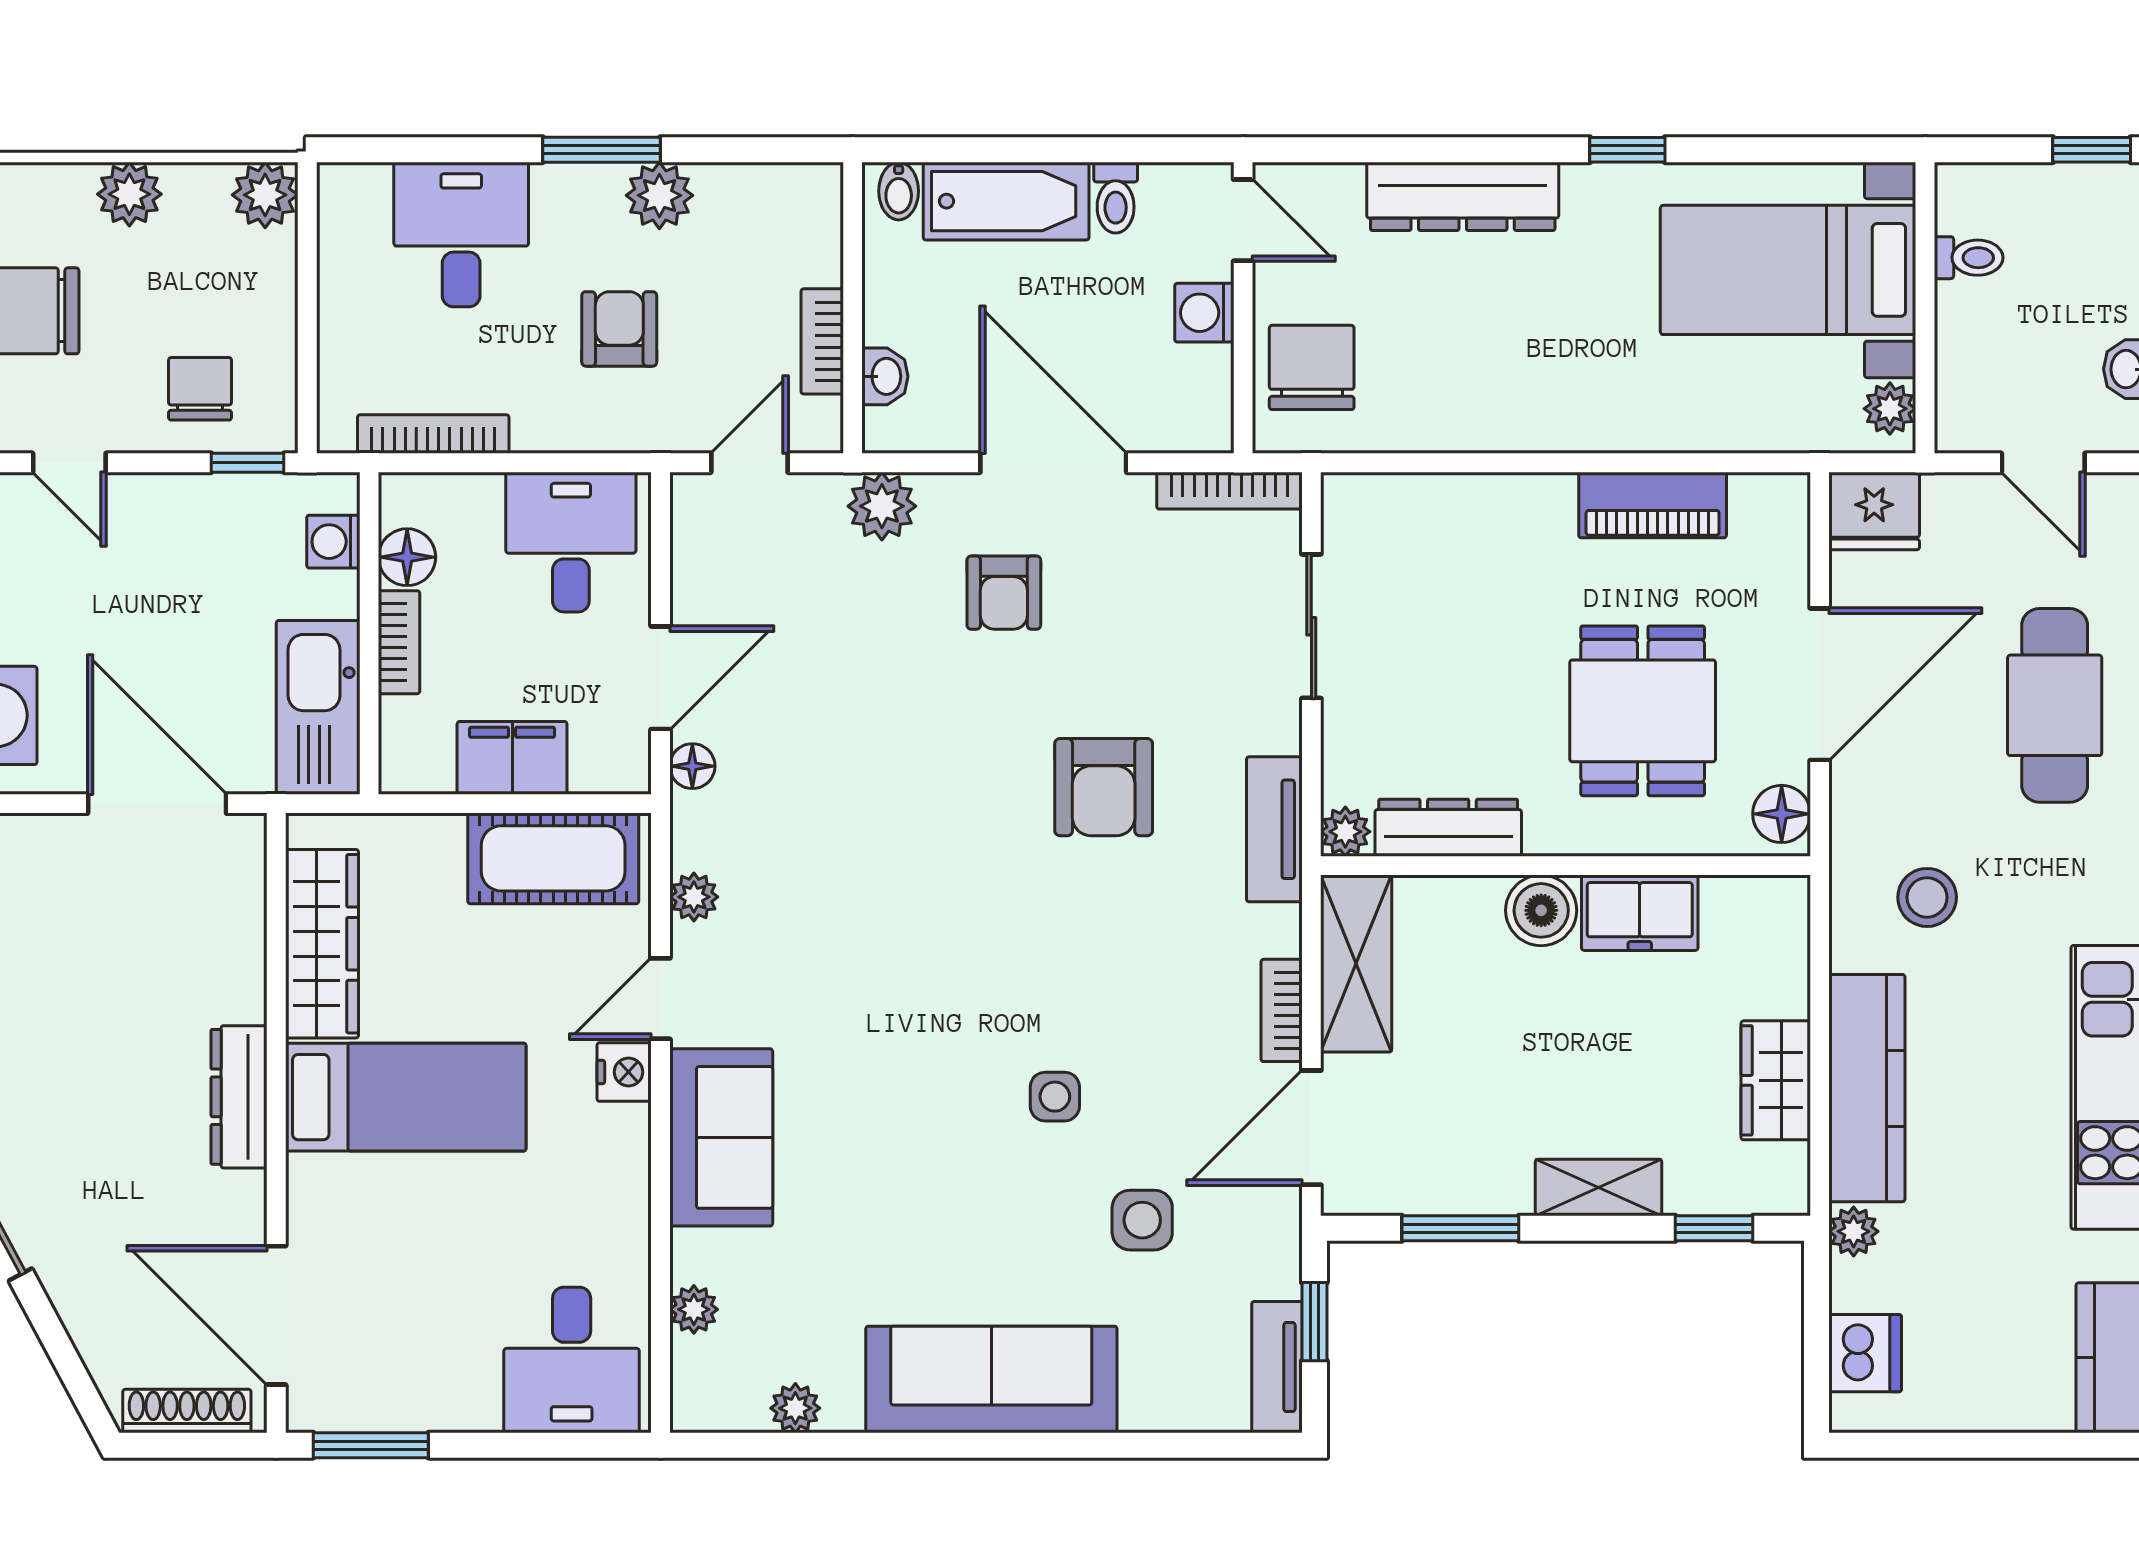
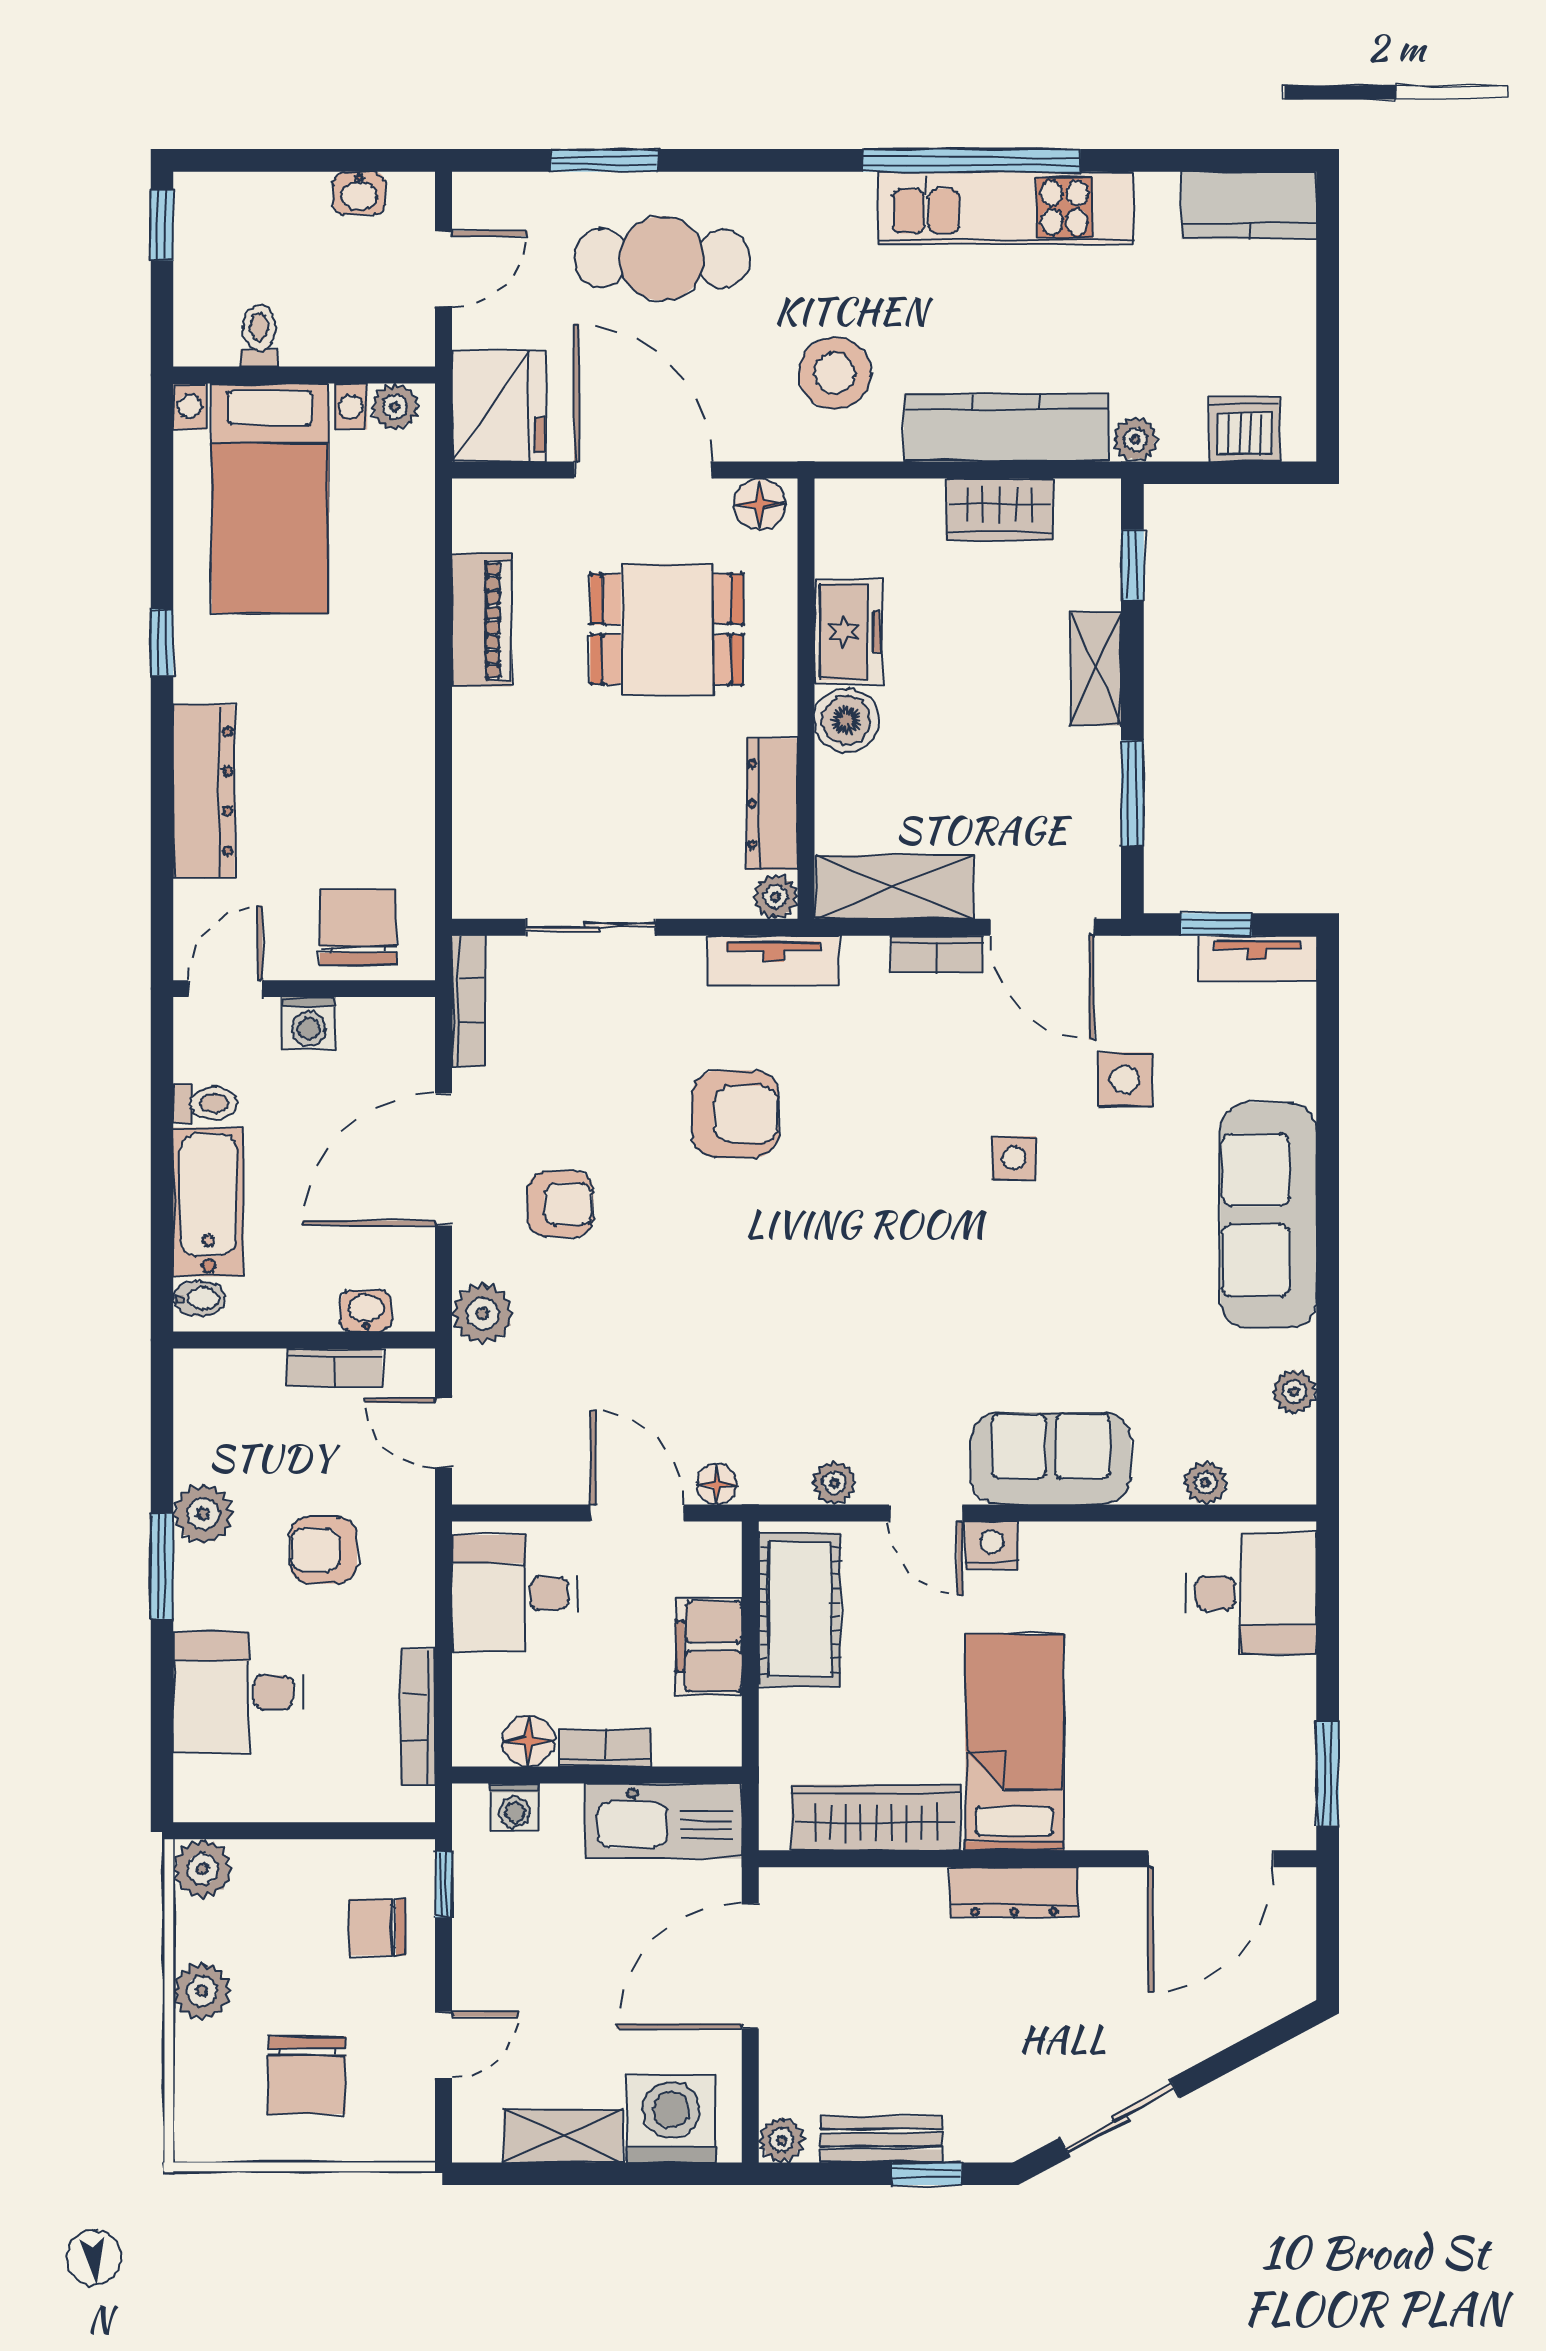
chair: (1312, 367) -> (358, 927), turned 90
fridge: (1874, 511) -> (499, 406), width x1.36, depth x1.34
stool: (1927, 897) -> (835, 373), width x1.38, depth x1.38
shoe rack: (187, 1411) -> (1297, 1939), removed

